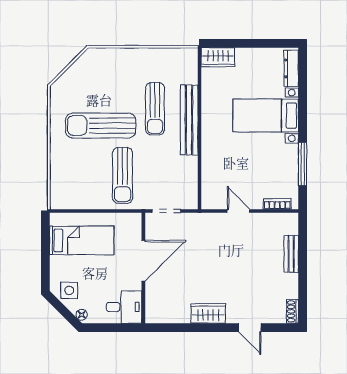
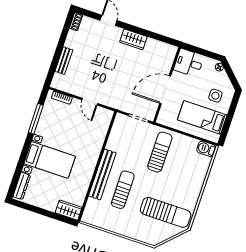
sun lounger: (101, 125) -> (166, 212), moved
barbecue: (62, 200) -> (206, 149), added
side table: (69, 290) -> (215, 96), moved

